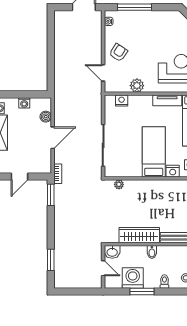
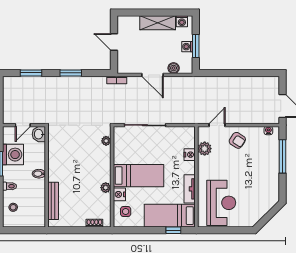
plant: (137, 86) -> (205, 149), moved
window: (24, 94) -> (196, 46), added
nightstand: (122, 101) -> (190, 155), moved
plant: (166, 185) -> (106, 188), added
window: (51, 195) -> (71, 73), moved
wardrobe: (139, 235) -> (56, 161), removed

